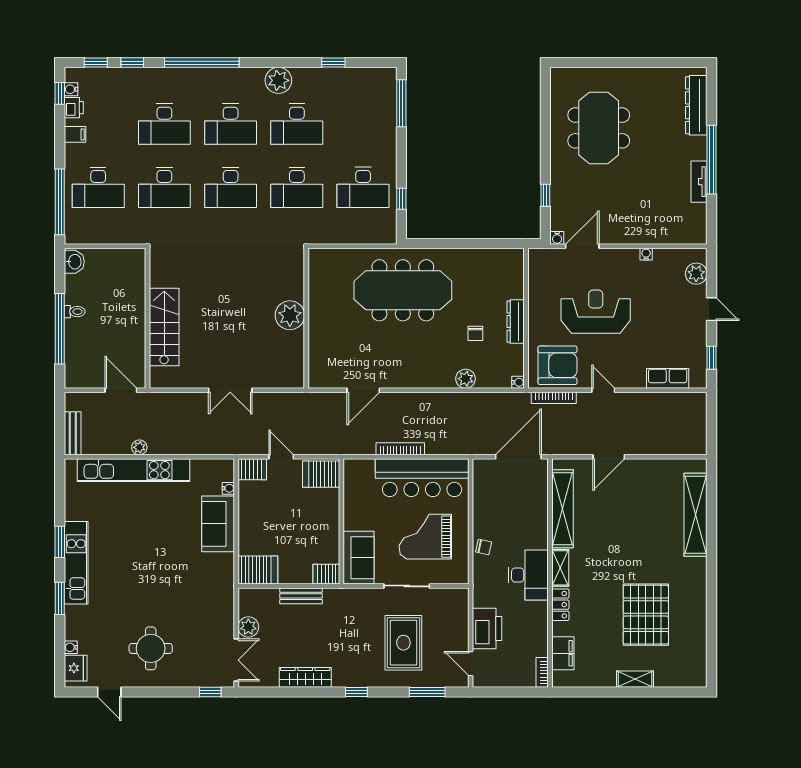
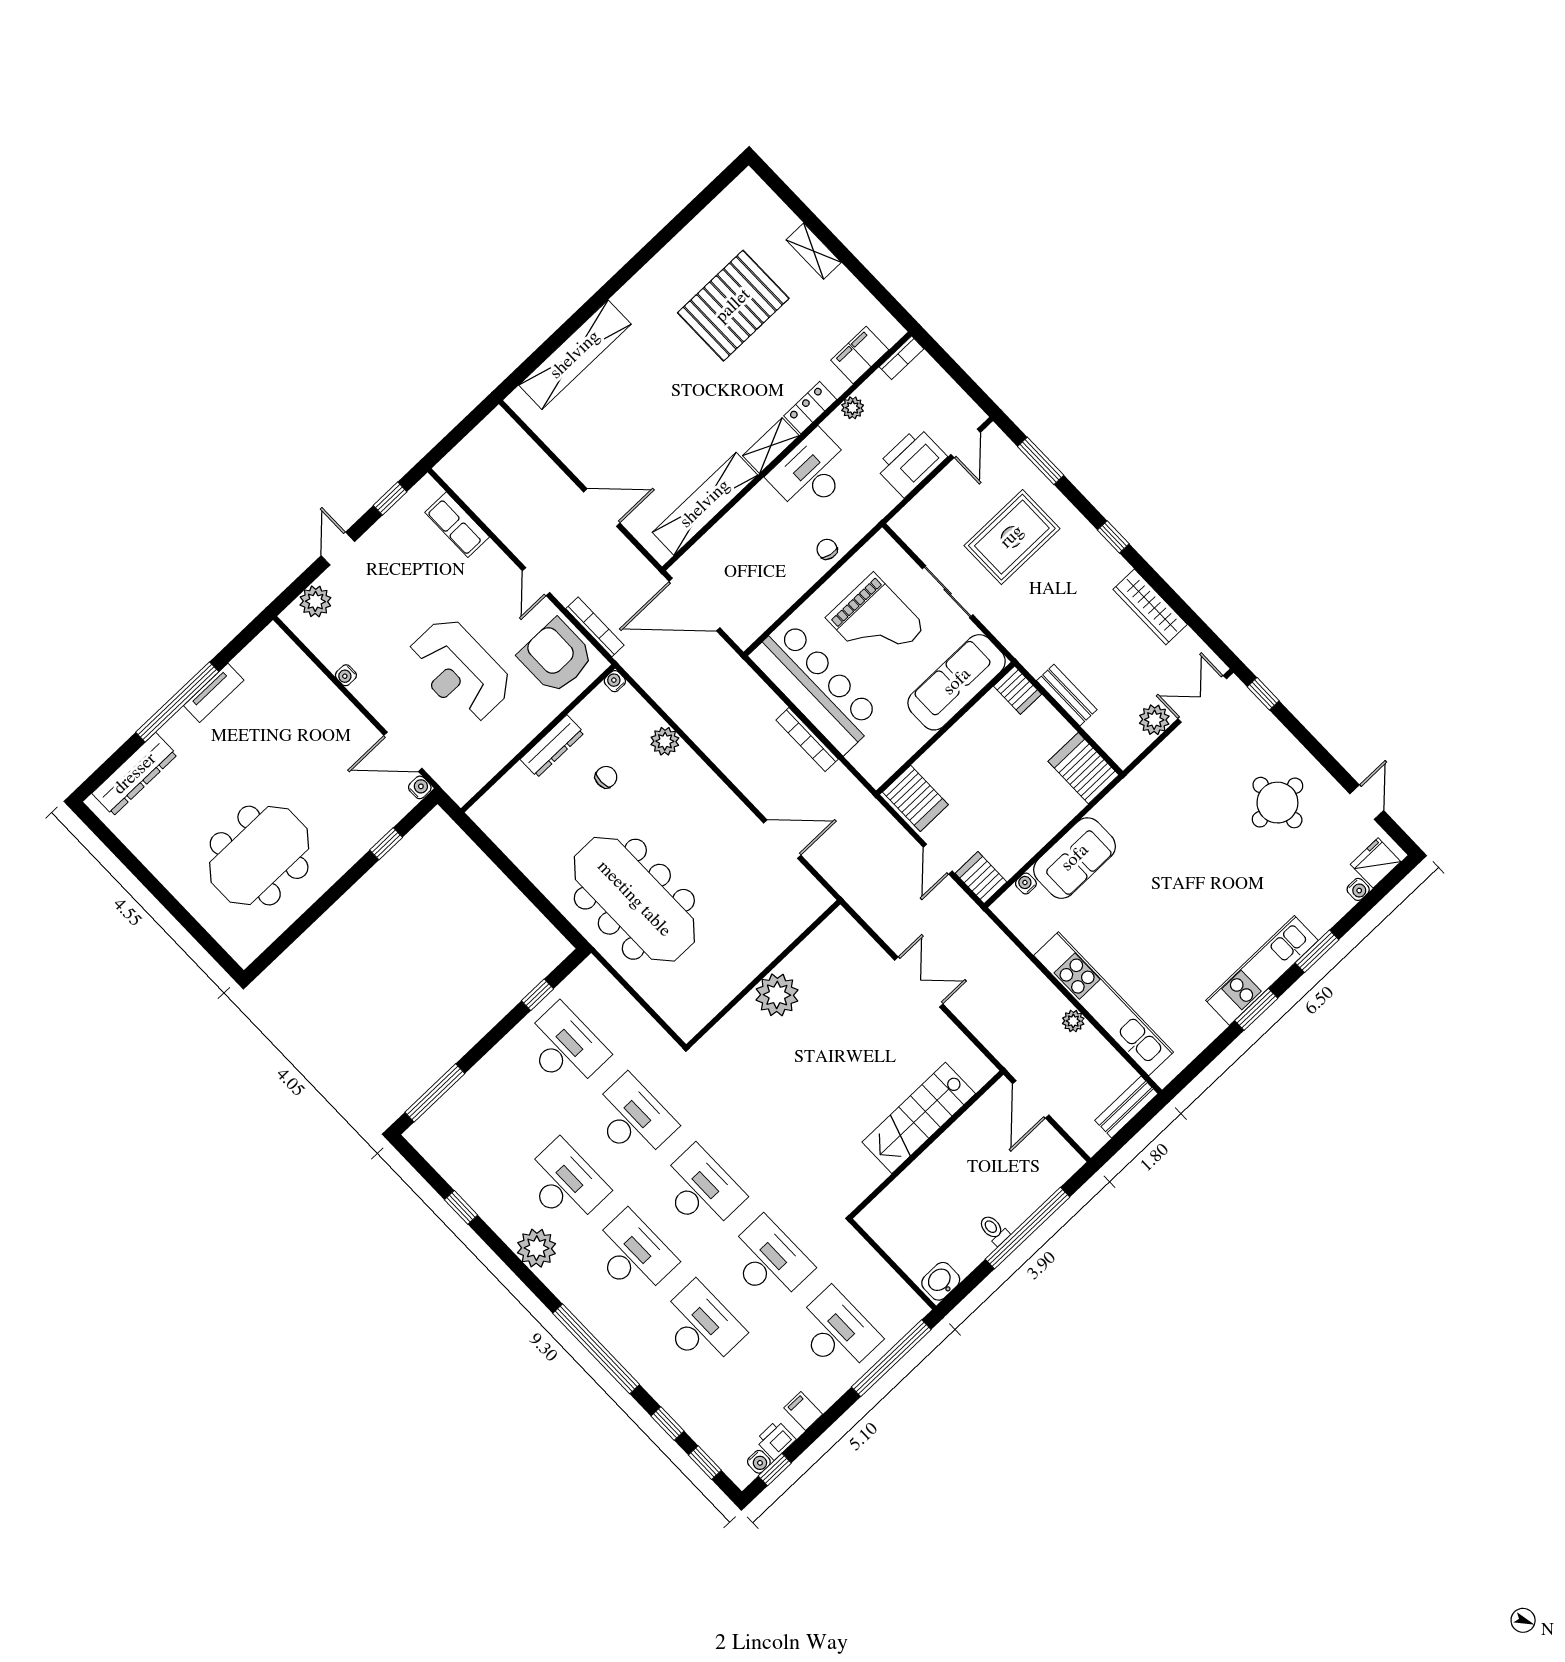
sofa: (359, 558) -> (957, 682), width x1.36
plant: (541, 625) -> (853, 408), added

